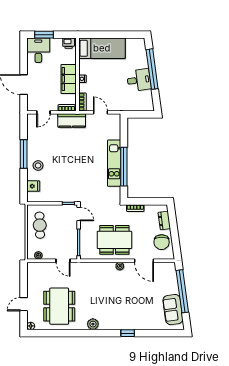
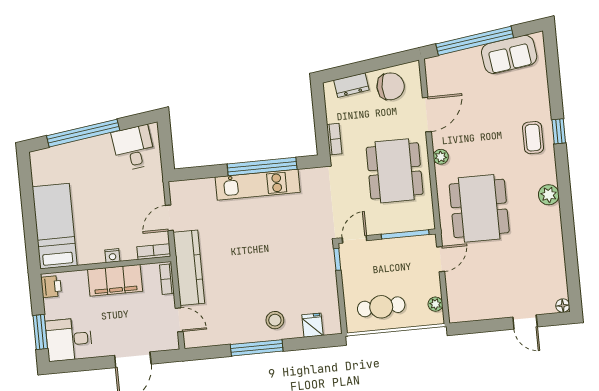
desk: (139, 80) -> (134, 148), moved
kitchen counter: (72, 121) -> (189, 268), width x1.50
dining table: (59, 306) -> (479, 208), moved, turned 90
coffee table: (125, 318) -> (533, 138), added

